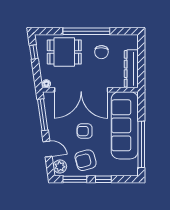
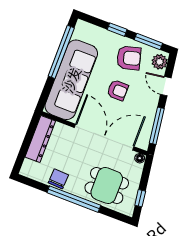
chair: (101, 52) -> (58, 179), moved

